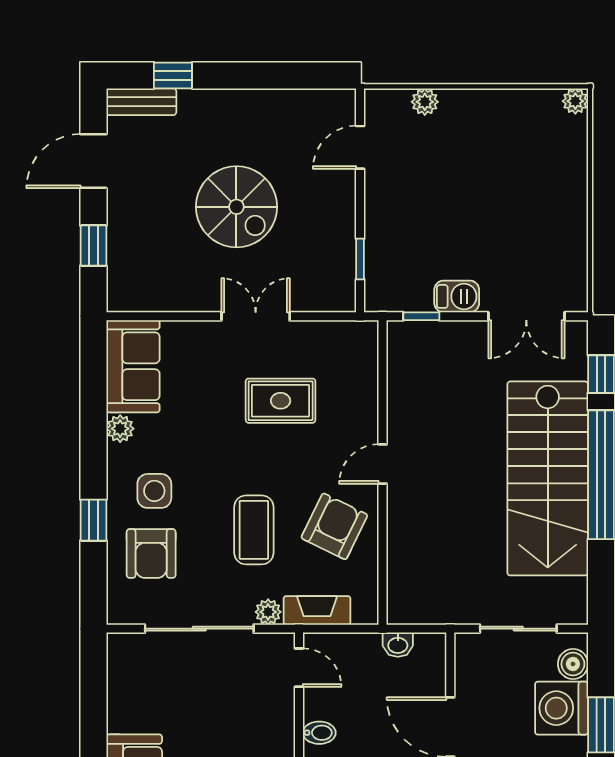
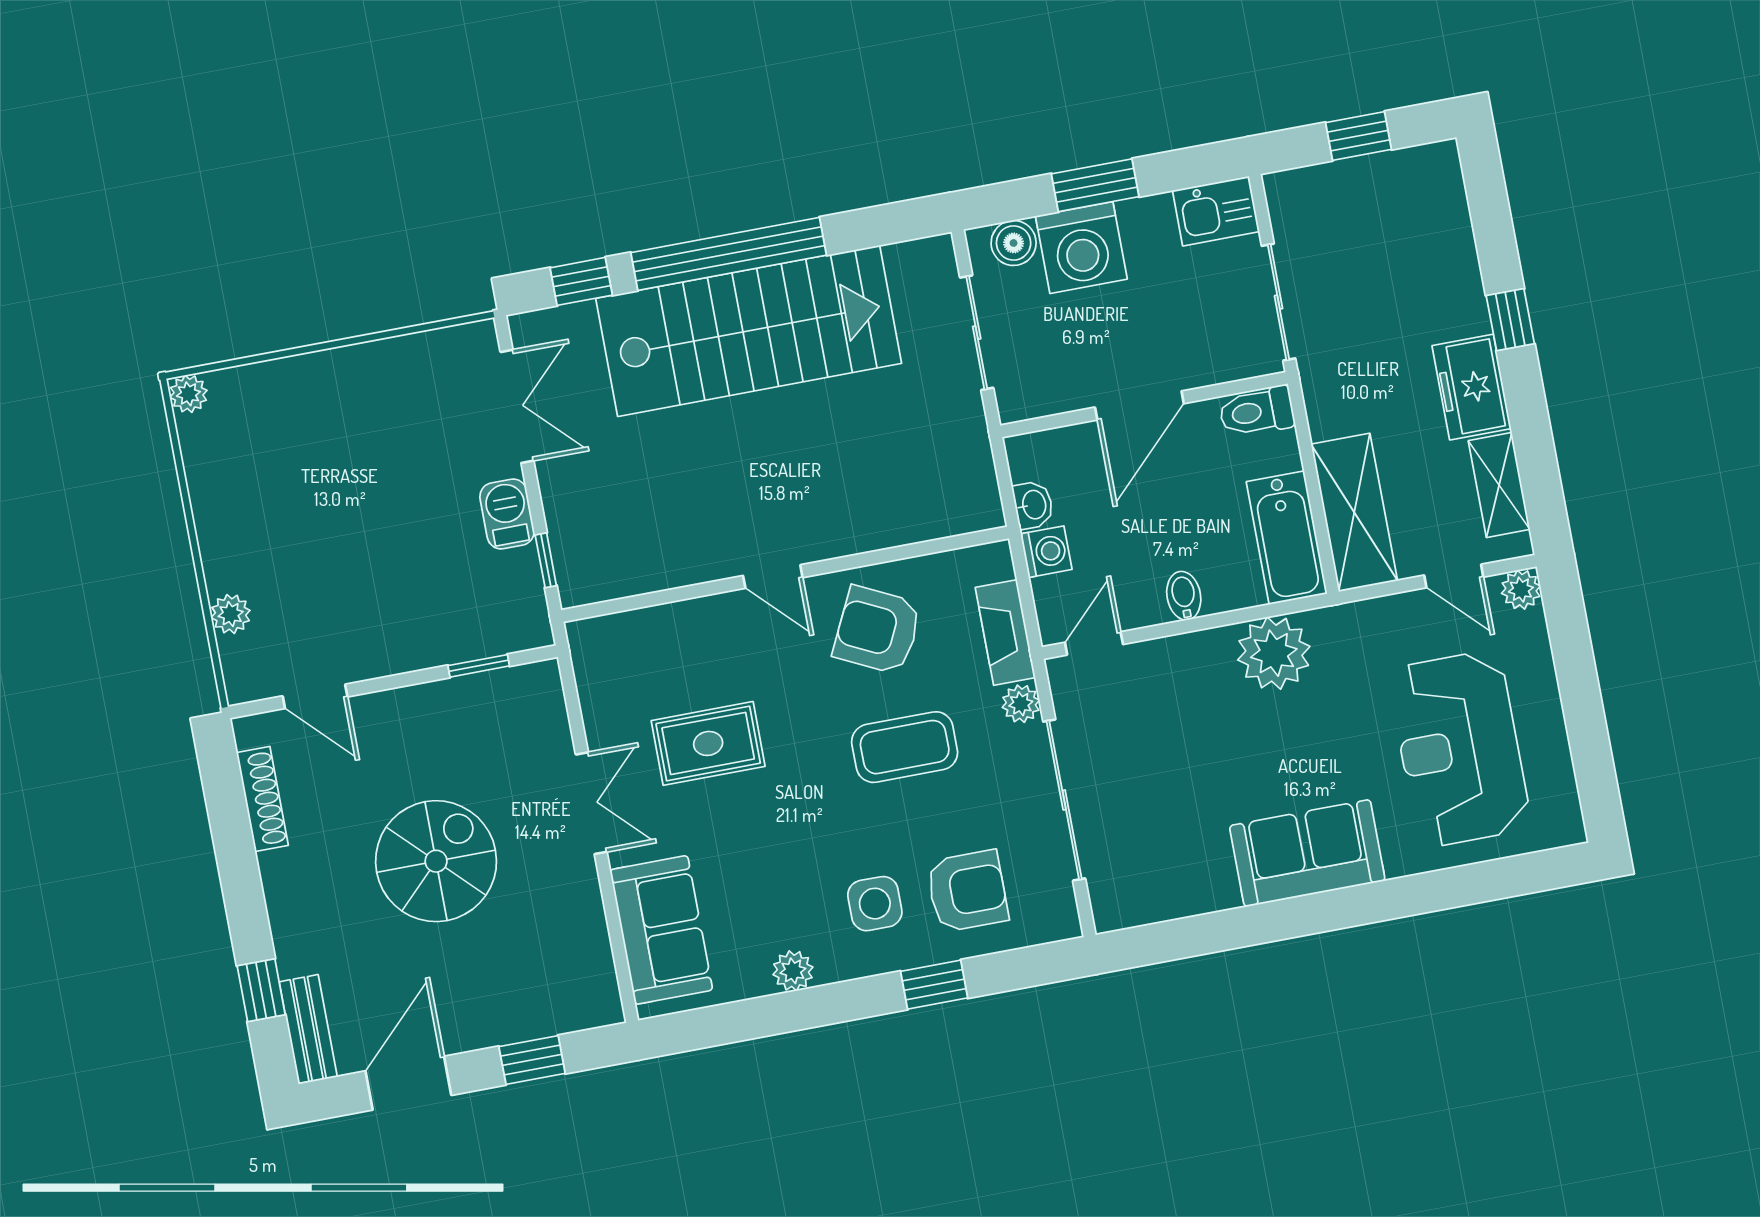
shoe rack: (299, 100) -> (262, 799), added
door: (93, 161) -> (408, 1083), swing flipped
double door: (256, 316) -> (591, 803), swing flipped
sofa: (133, 366) -> (661, 930), moved, turned 90
rug: (281, 401) -> (708, 743), turned 90
washing machine: (365, 647) -> (1046, 552), added

